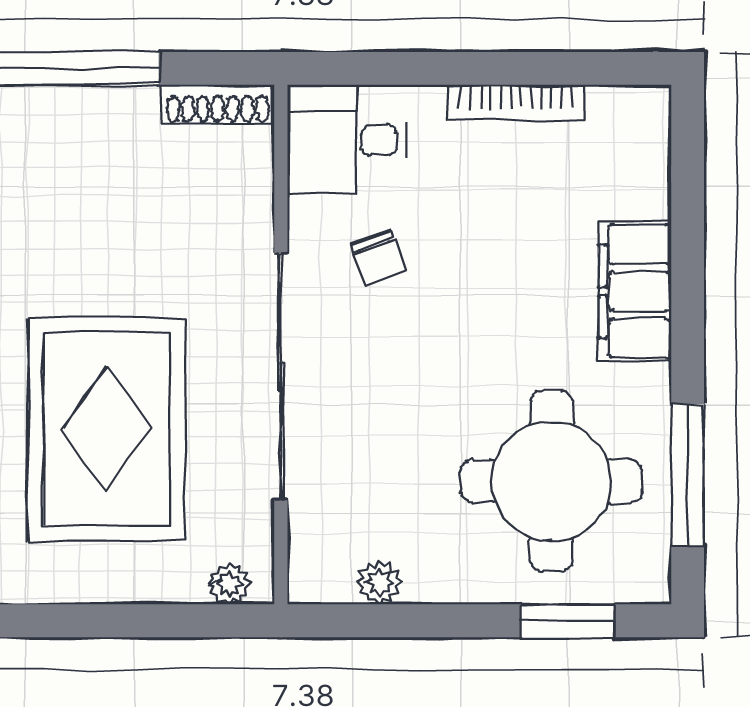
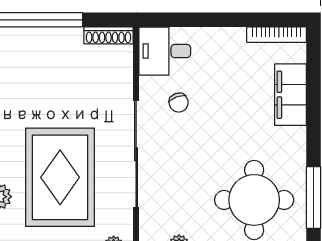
bookcase: (516, 102) -> (277, 35), moved
filing cabinet: (635, 291) -> (290, 95), moved

